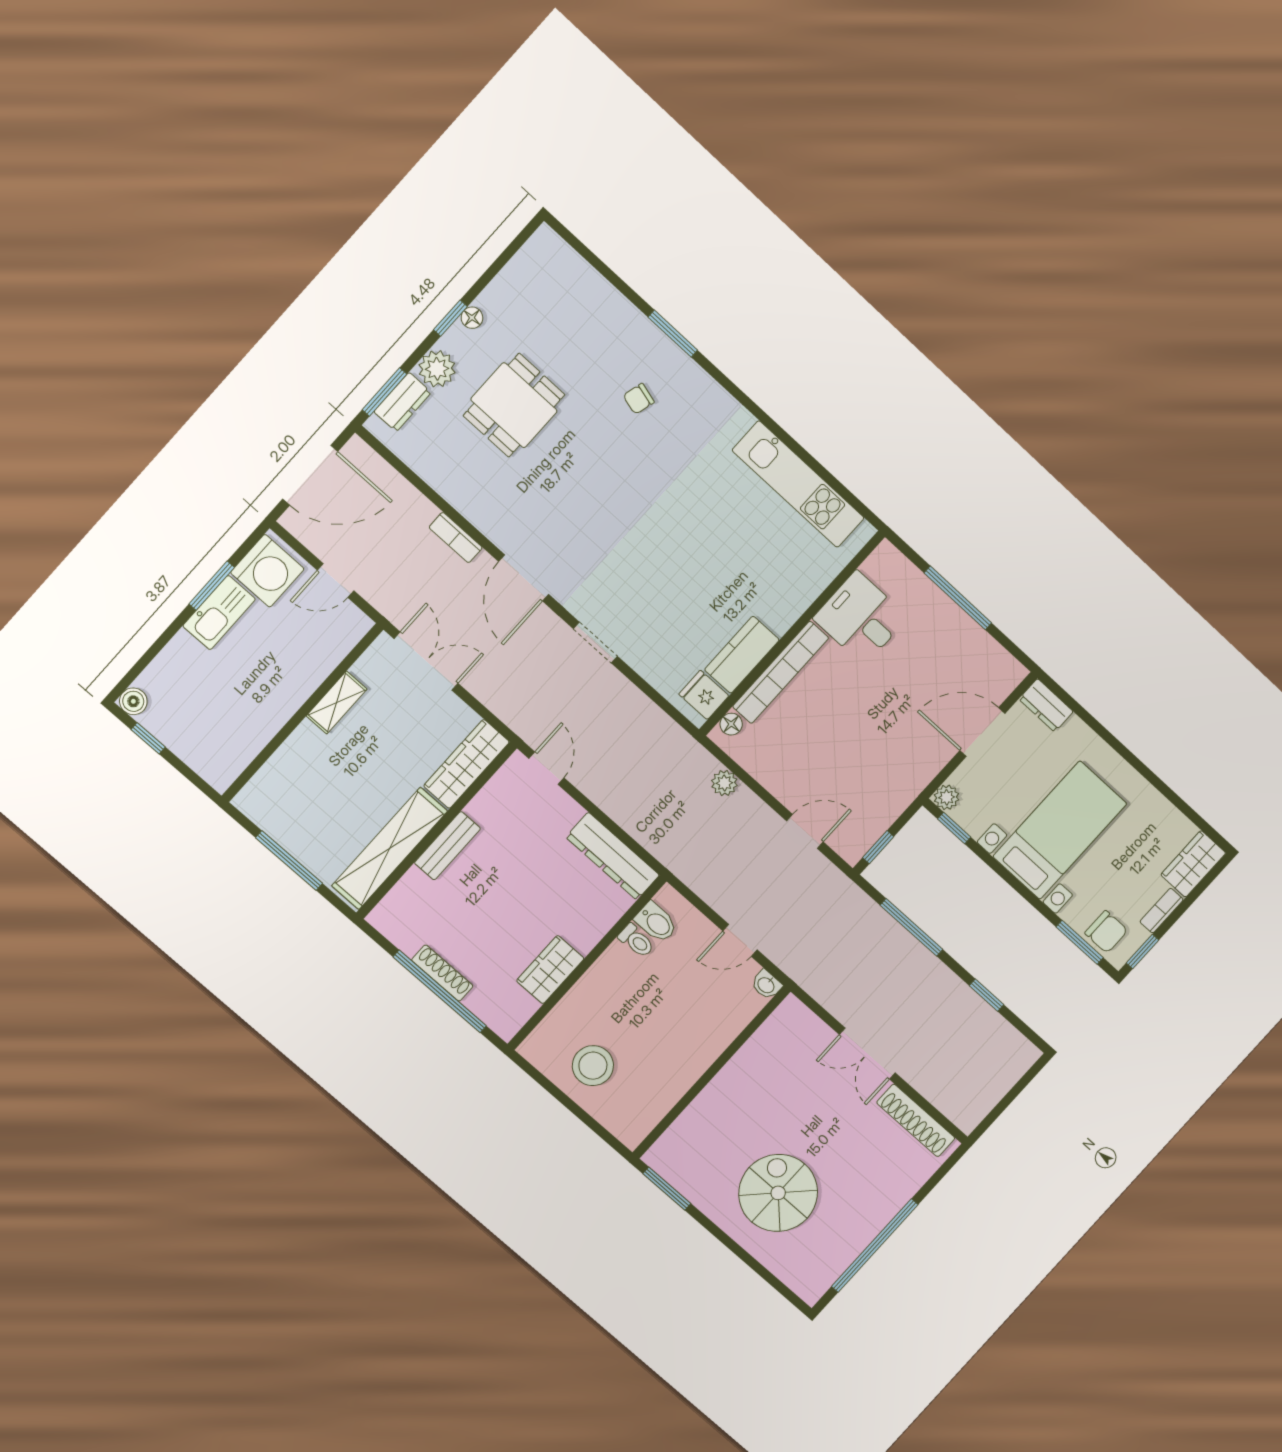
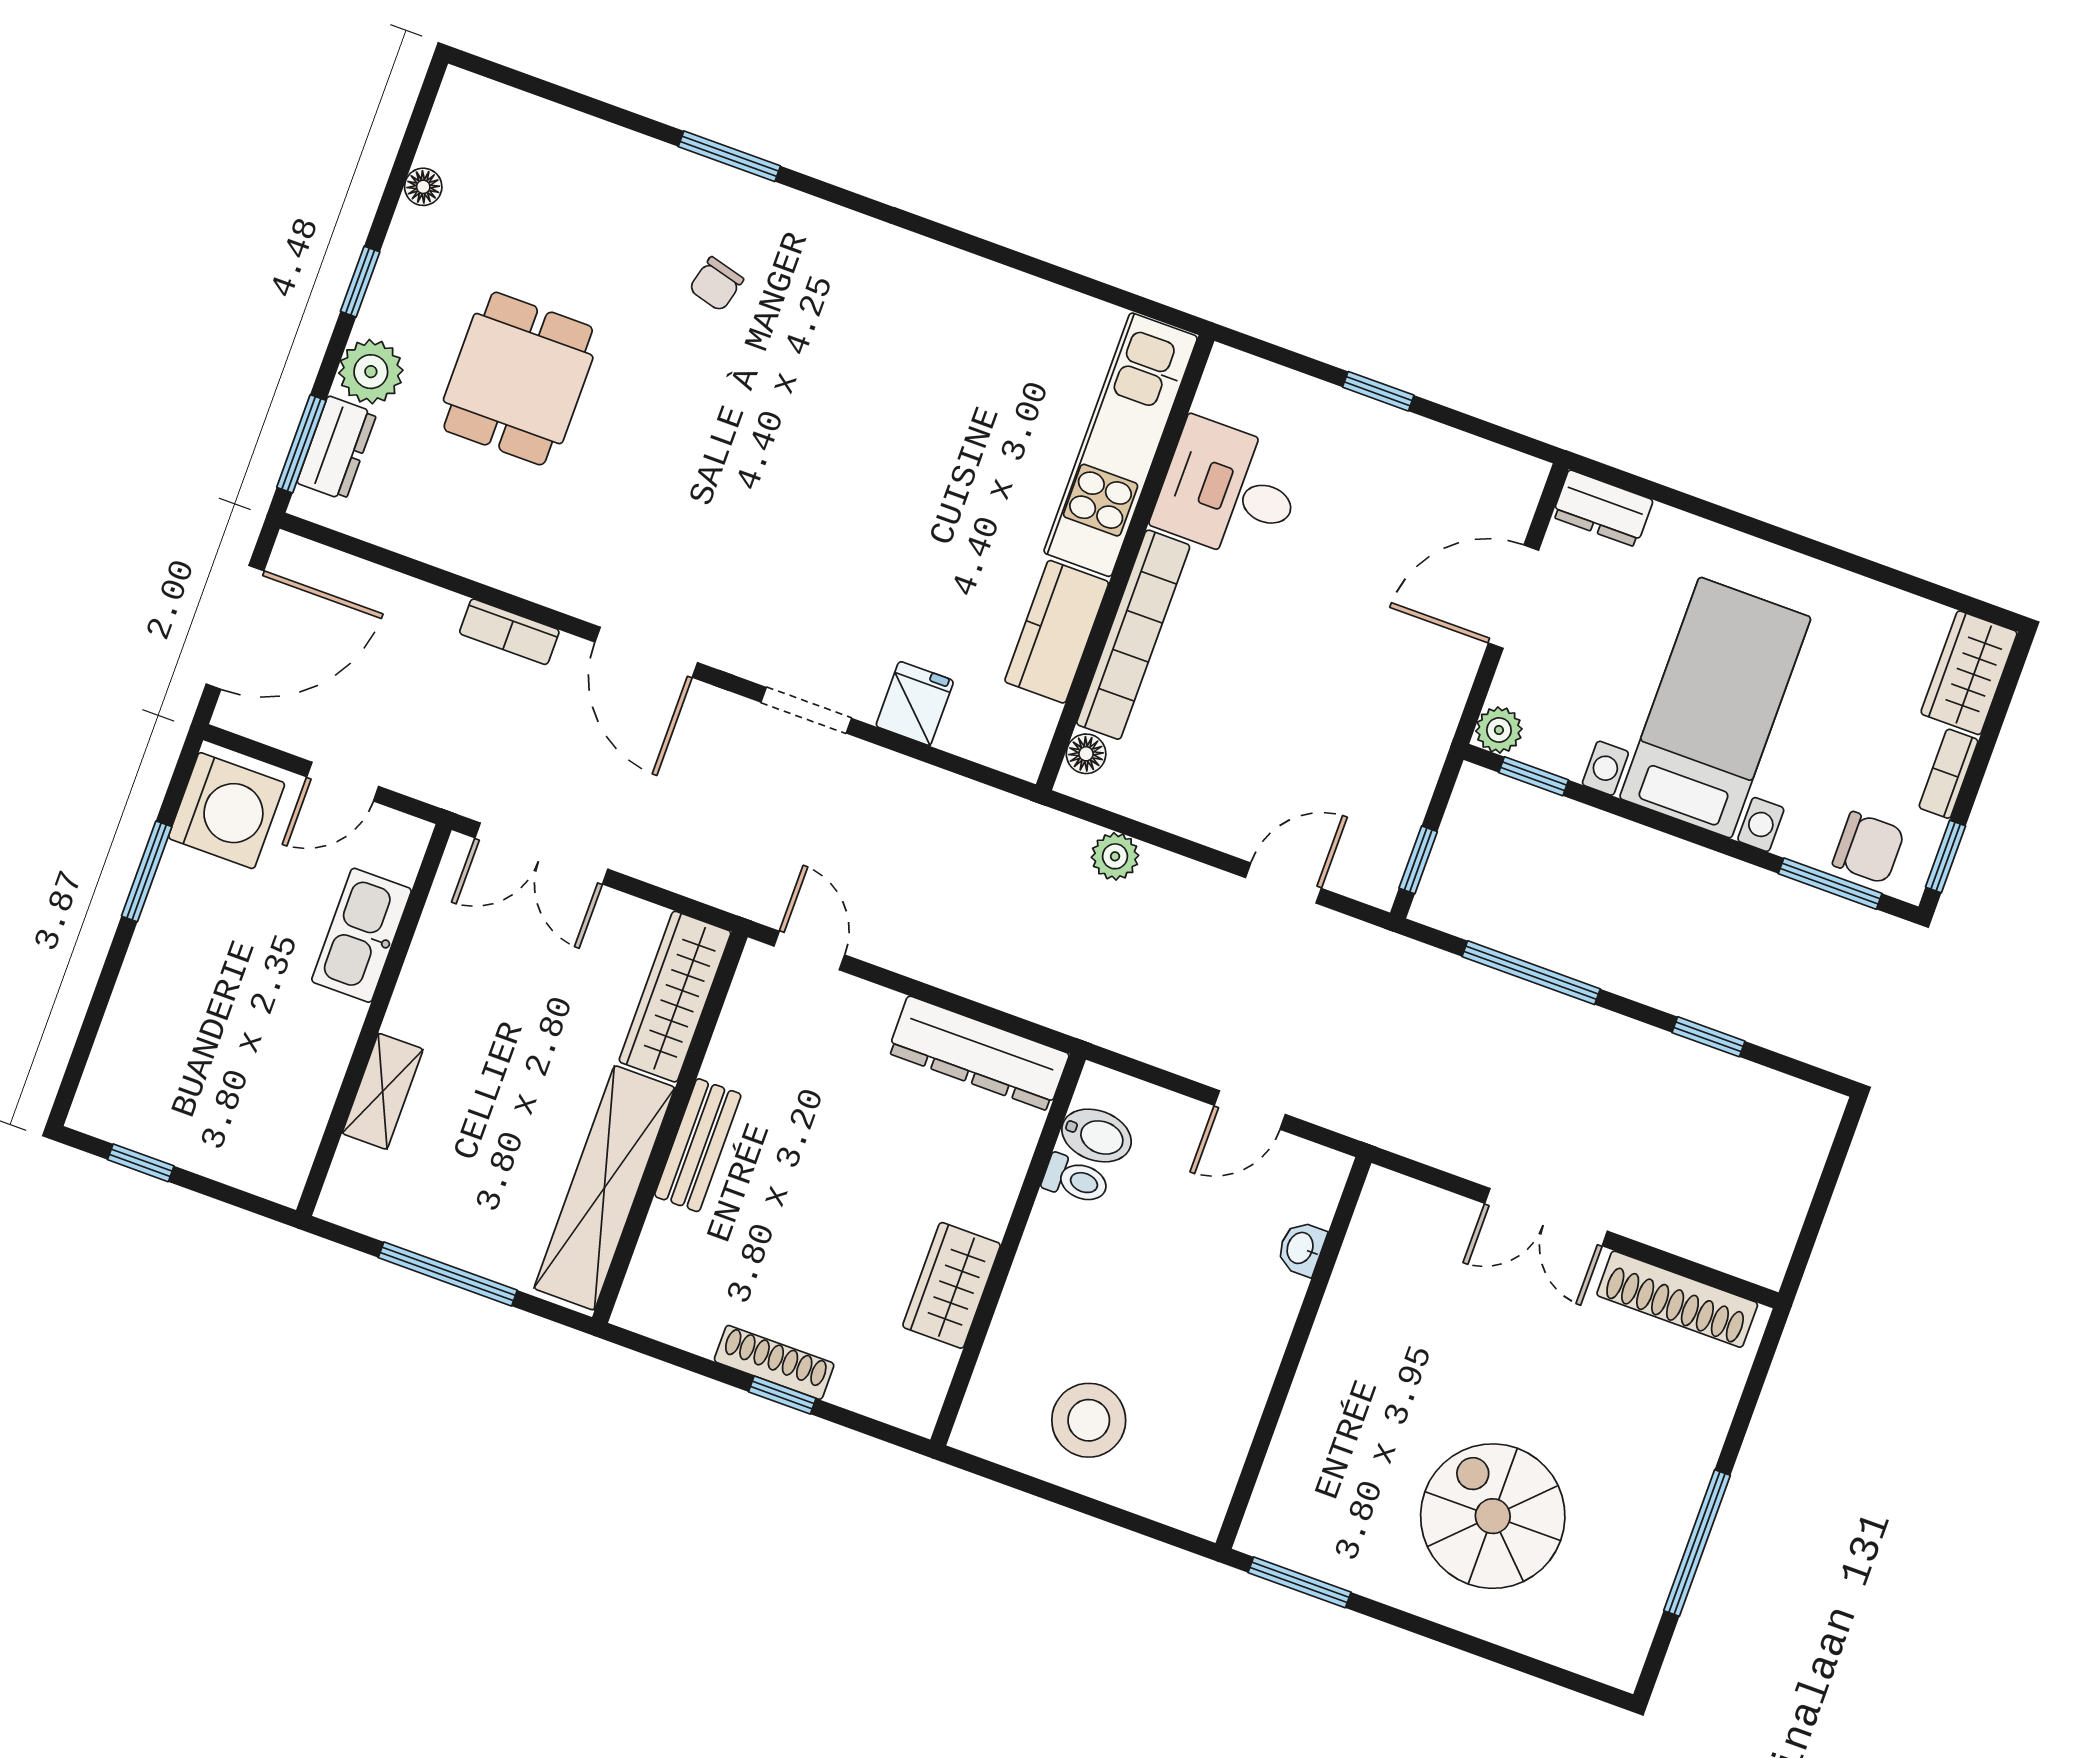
floor lamp: (472, 318) -> (423, 187), moved
kitchen unit: (798, 484) -> (1121, 445), moved, turned 90
window: (958, 598) -> (1378, 391), width x0.46
kitchen sink: (219, 613) -> (361, 935), moved, turned 180
double door: (426, 661) -> (541, 853), swing flipped
fridge: (704, 695) -> (915, 703), moved, turned 90
boiler: (133, 701) -> (94, 1112), removed
shelving: (337, 702) -> (383, 1091), moved
washbasin: (766, 985) -> (1301, 1248), moved, turned 90
window: (440, 991) -> (782, 1395), width x0.32
window: (875, 1246) -> (1697, 1543), width x0.68

